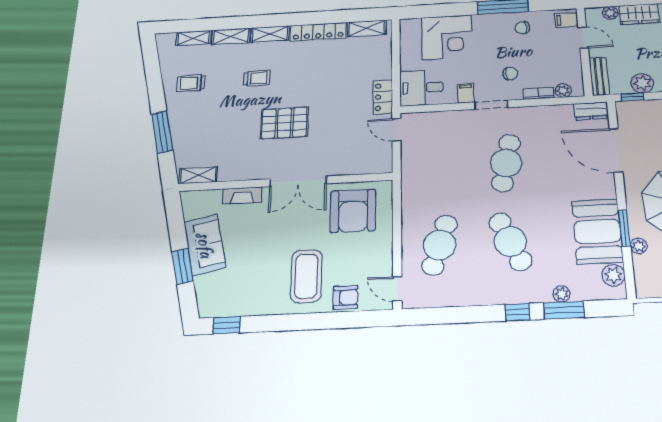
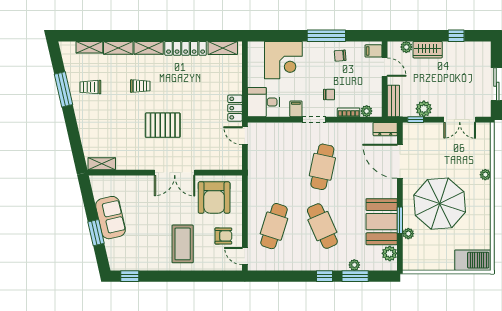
window: (162, 132) -> (63, 89), moved
fireplace: (242, 196) -> (135, 182), removed
armchair: (345, 297) -> (223, 236), moved

